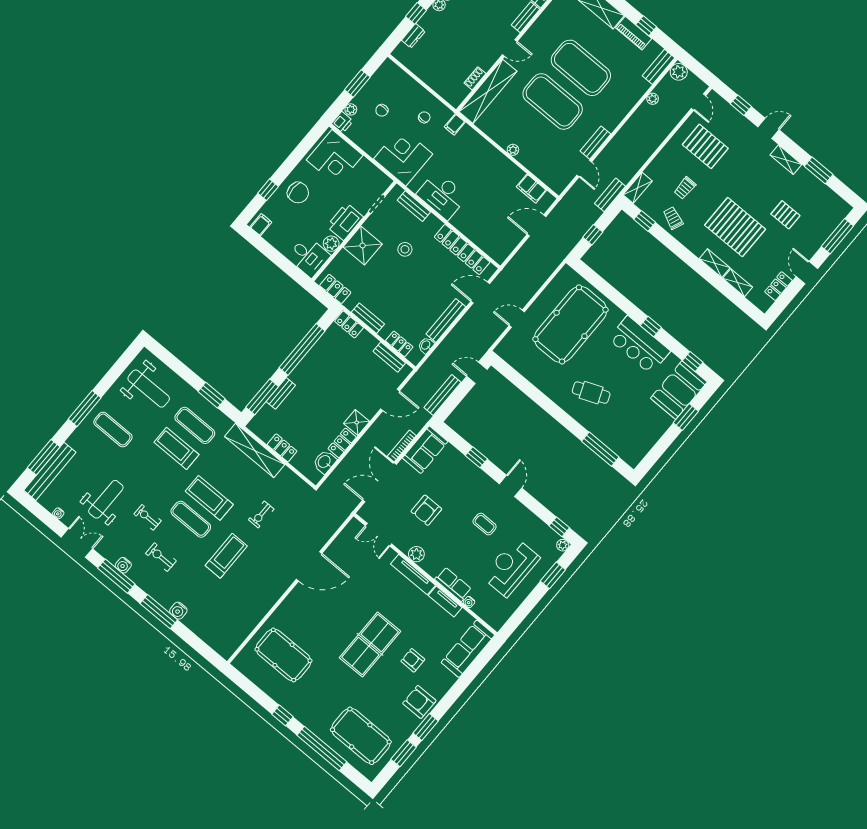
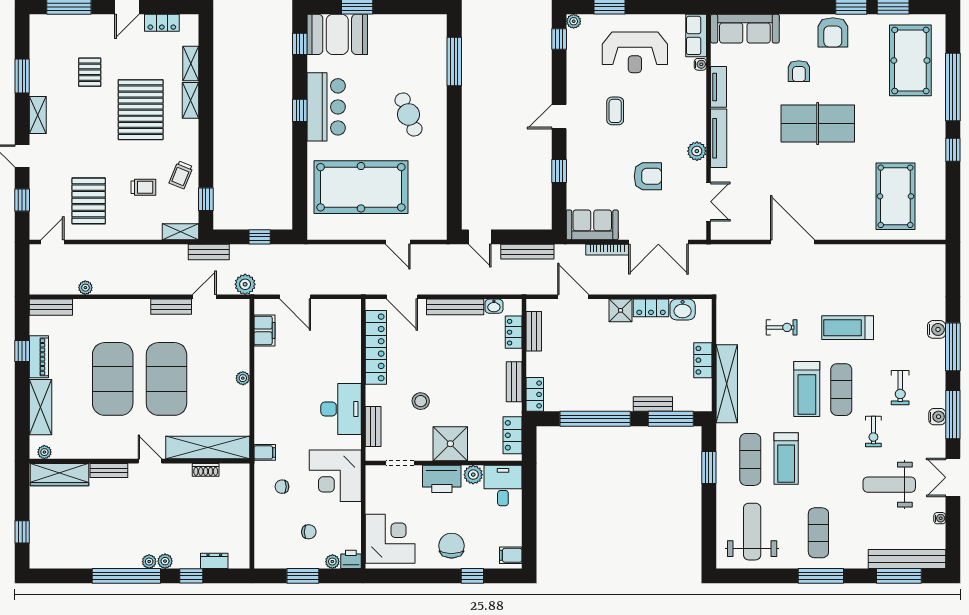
plant: (679, 72) -> (245, 284), moved
row of seats: (453, 584) -> (696, 35), moved

